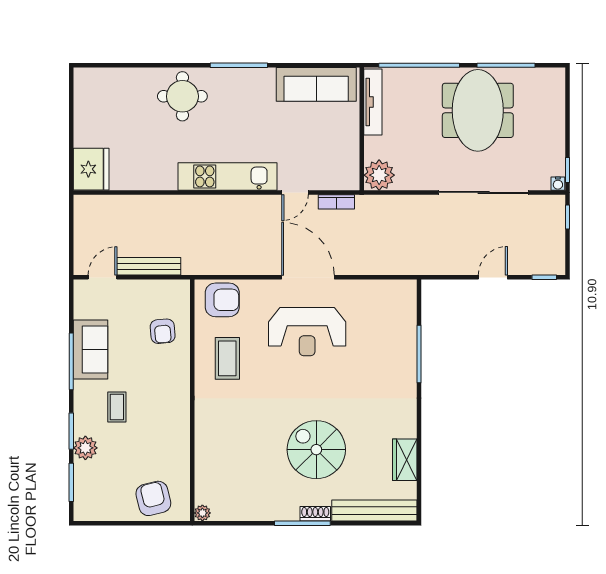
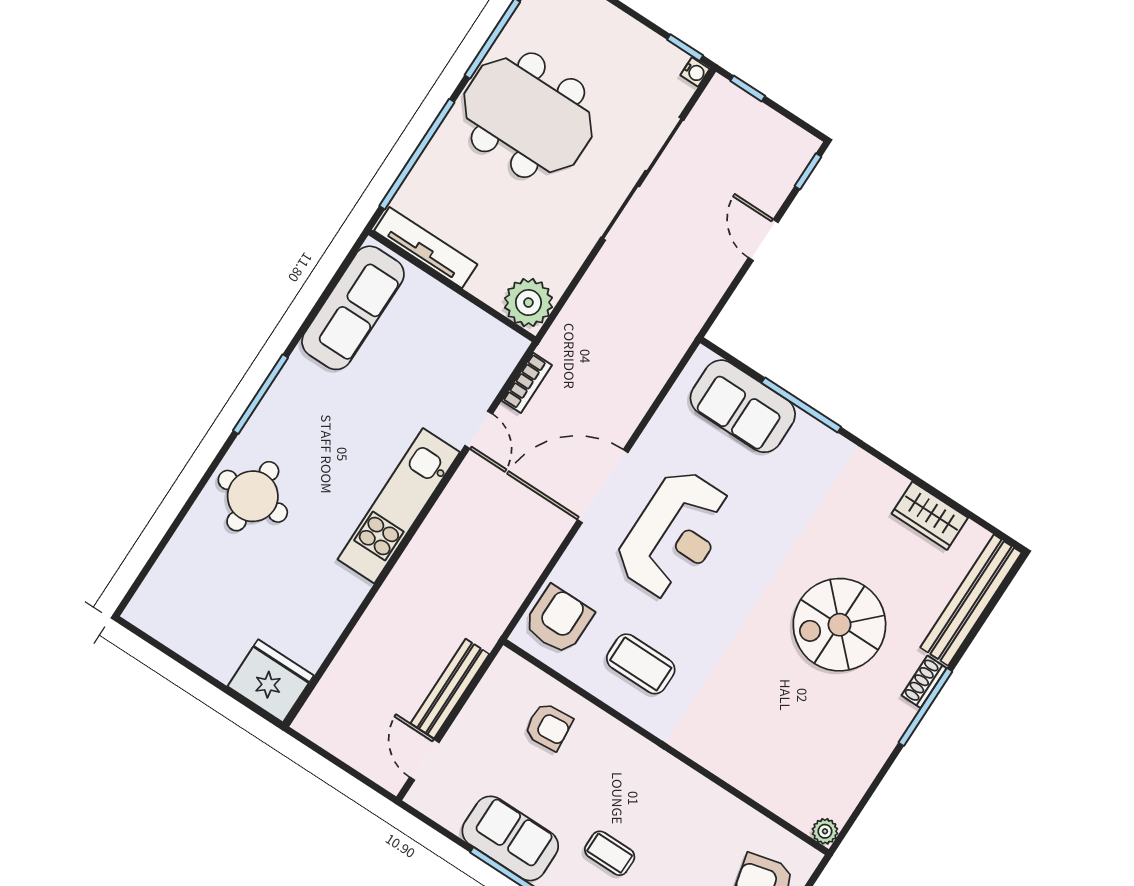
sofa: (398, 324) -> (743, 406), added

